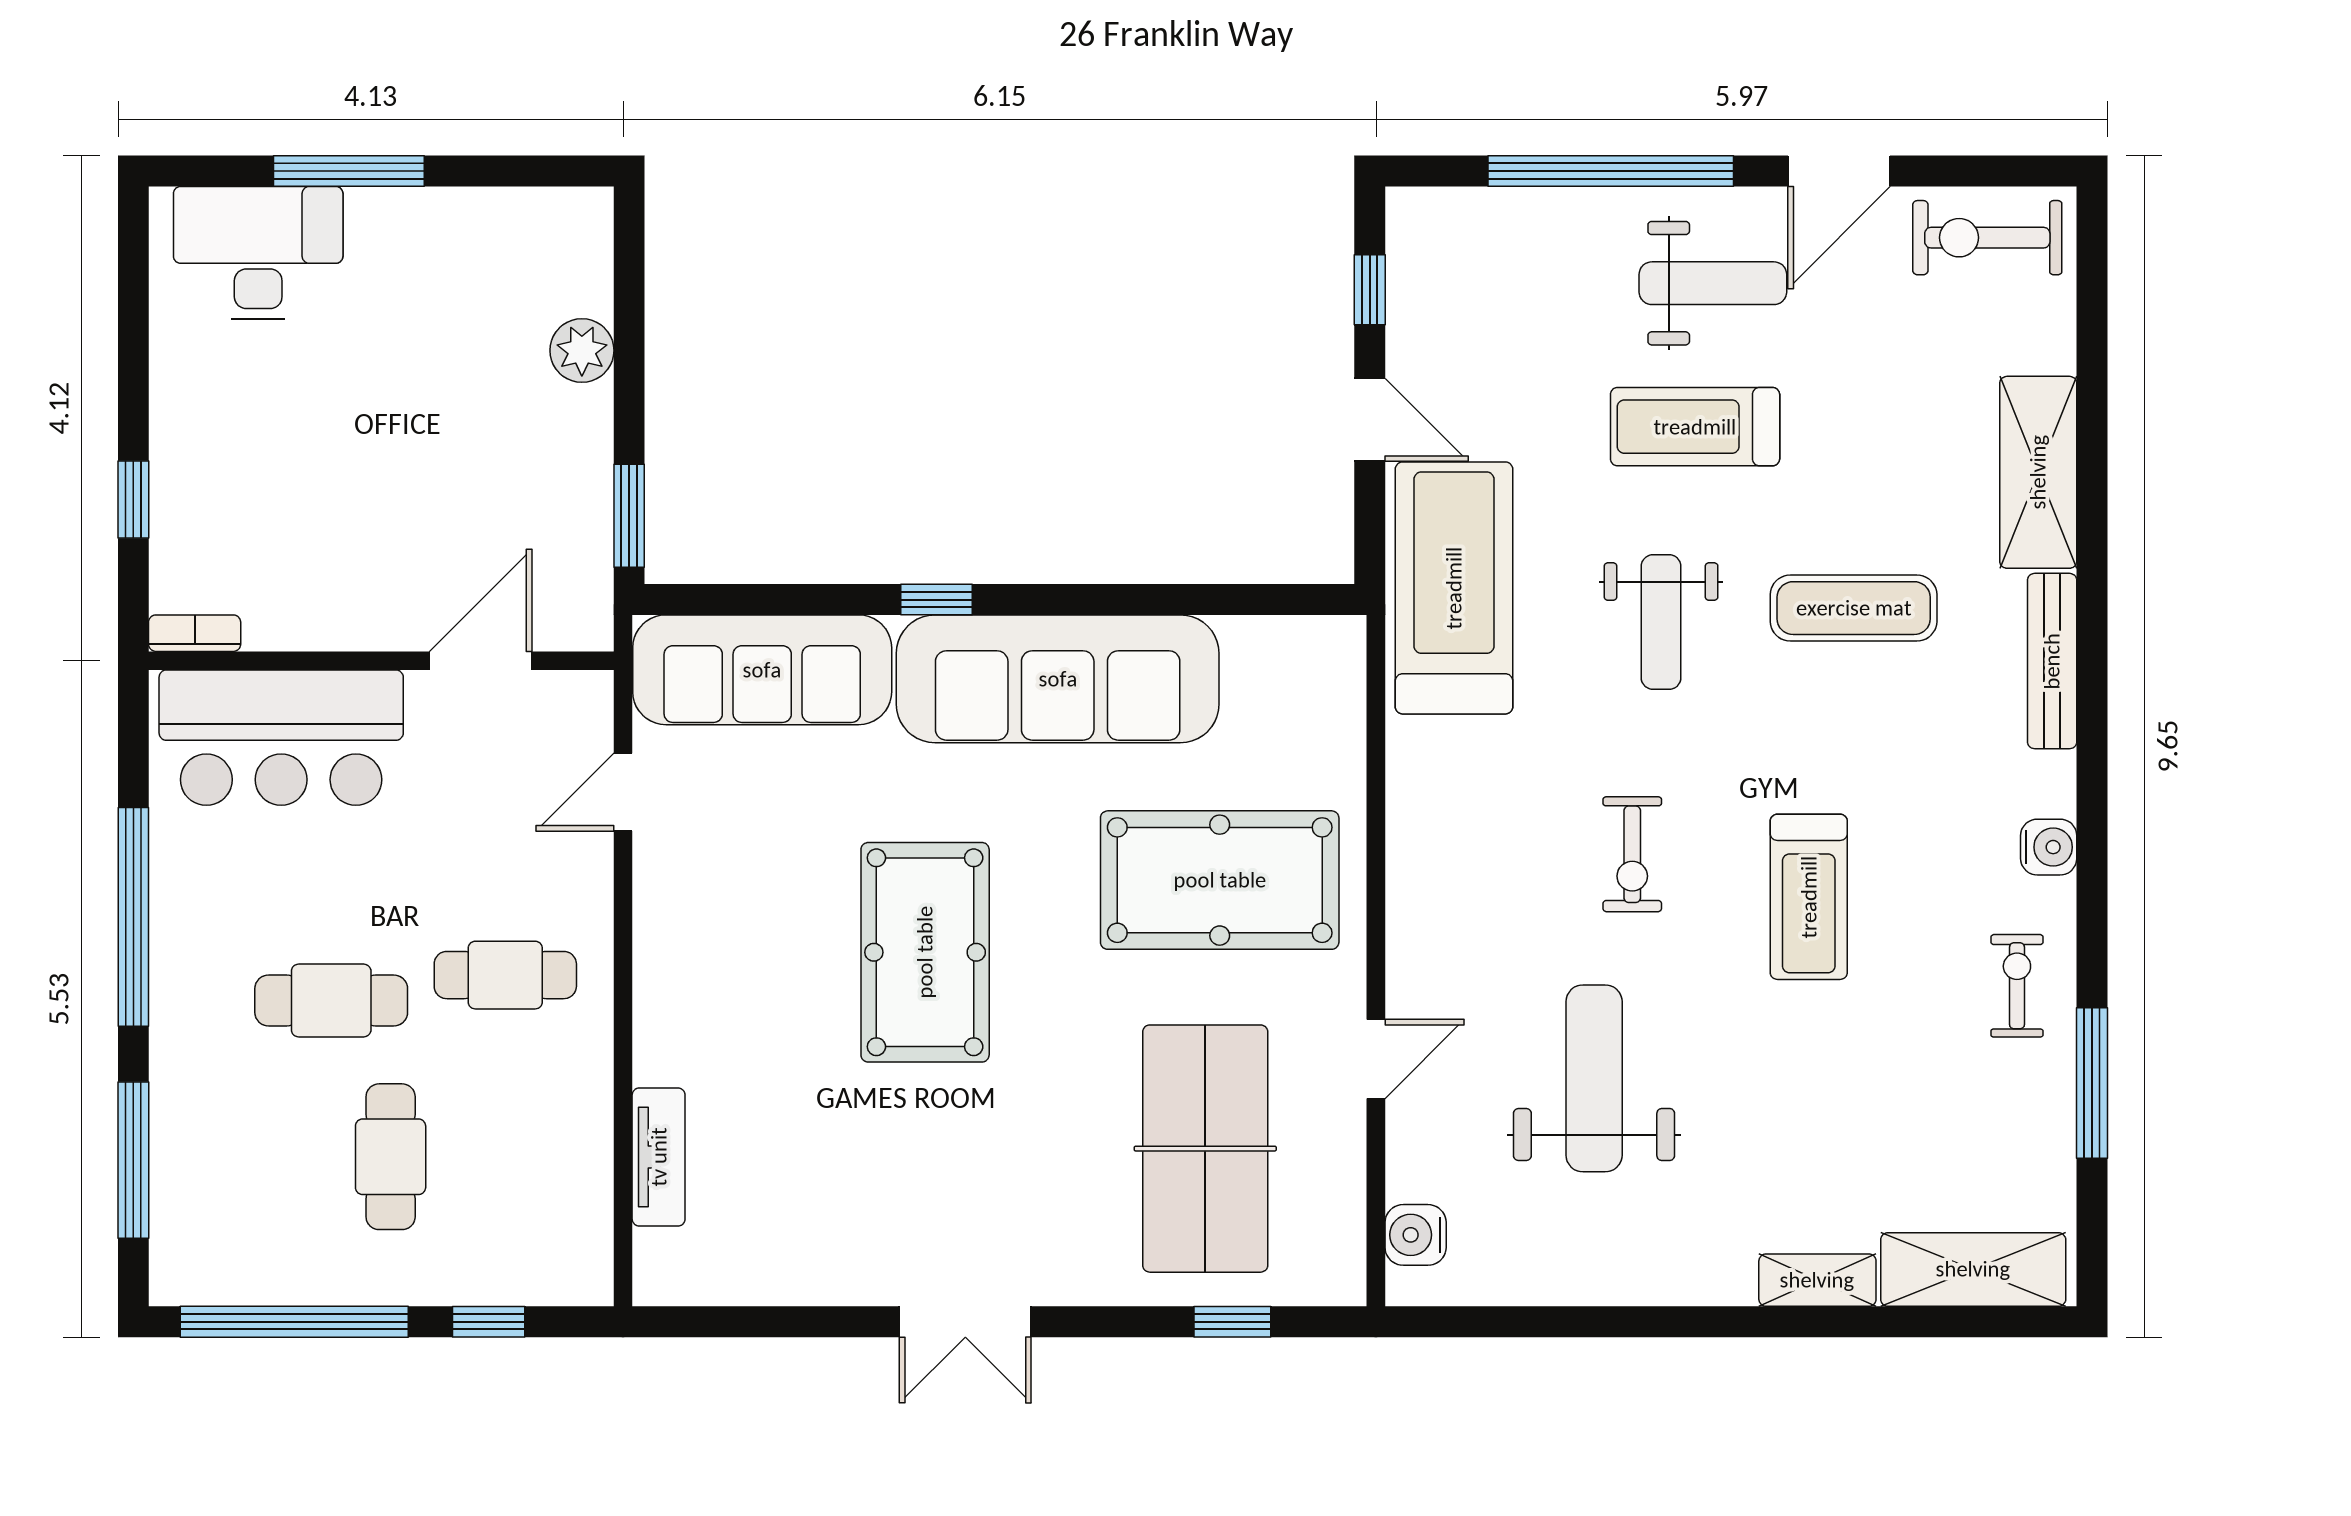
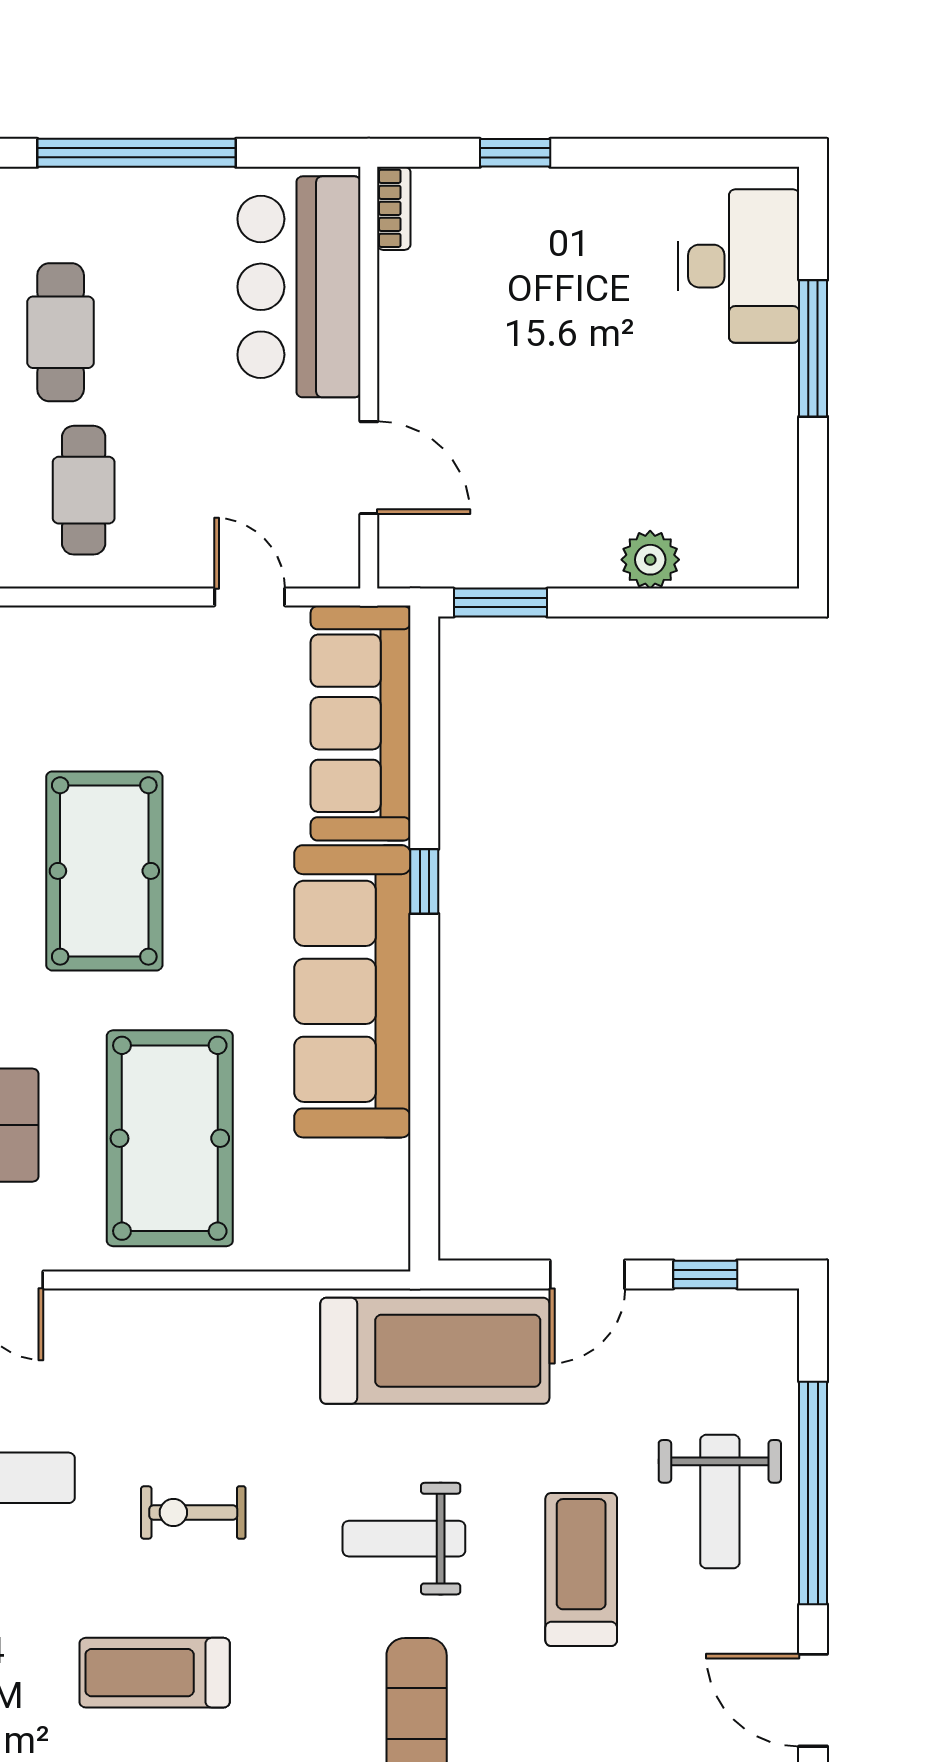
weight bench: (1713, 283) -> (720, 1501), moved
pool table: (925, 952) -> (104, 871), turned 90

